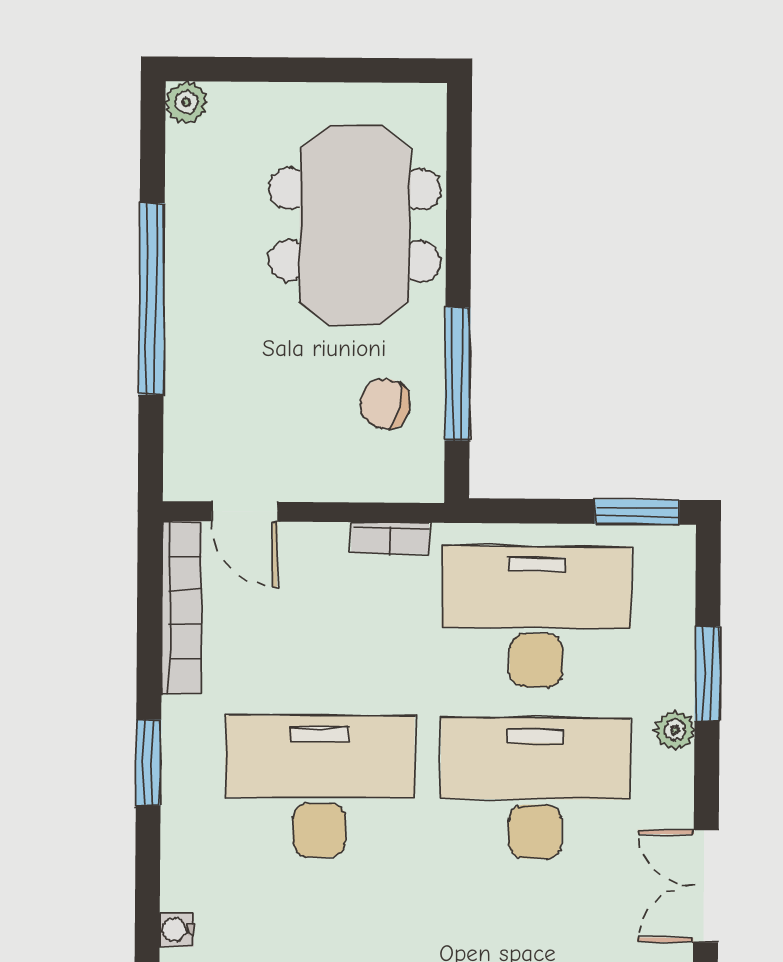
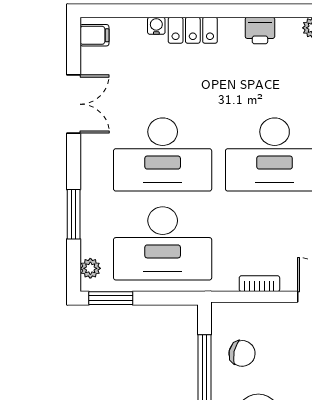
bookcase: (390, 538) -> (259, 284), moved
plant: (675, 730) -> (90, 268), moved

